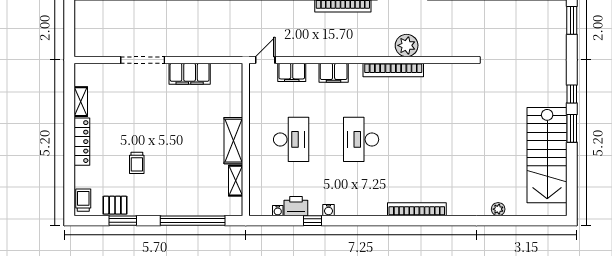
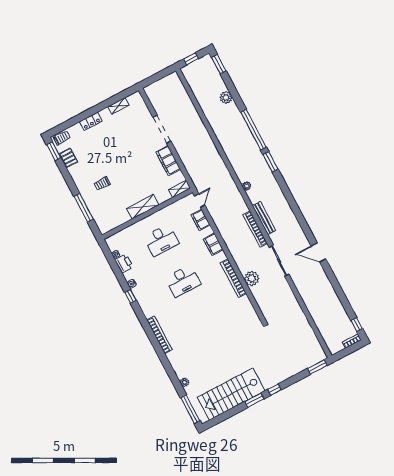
door: (265, 60) -> (200, 201), hinge flipped
desk: (361, 139) -> (183, 281), turned 180
locker: (82, 142) -> (91, 121), width x0.66
trolley: (137, 163) -> (102, 184), moved
shelving: (236, 181) -> (180, 189), moved
window: (123, 221) -> (54, 151), moved
window: (193, 221) -> (84, 208), width x0.68
window: (312, 221) -> (130, 296), moved
window: (538, 221) -> (190, 409), added

